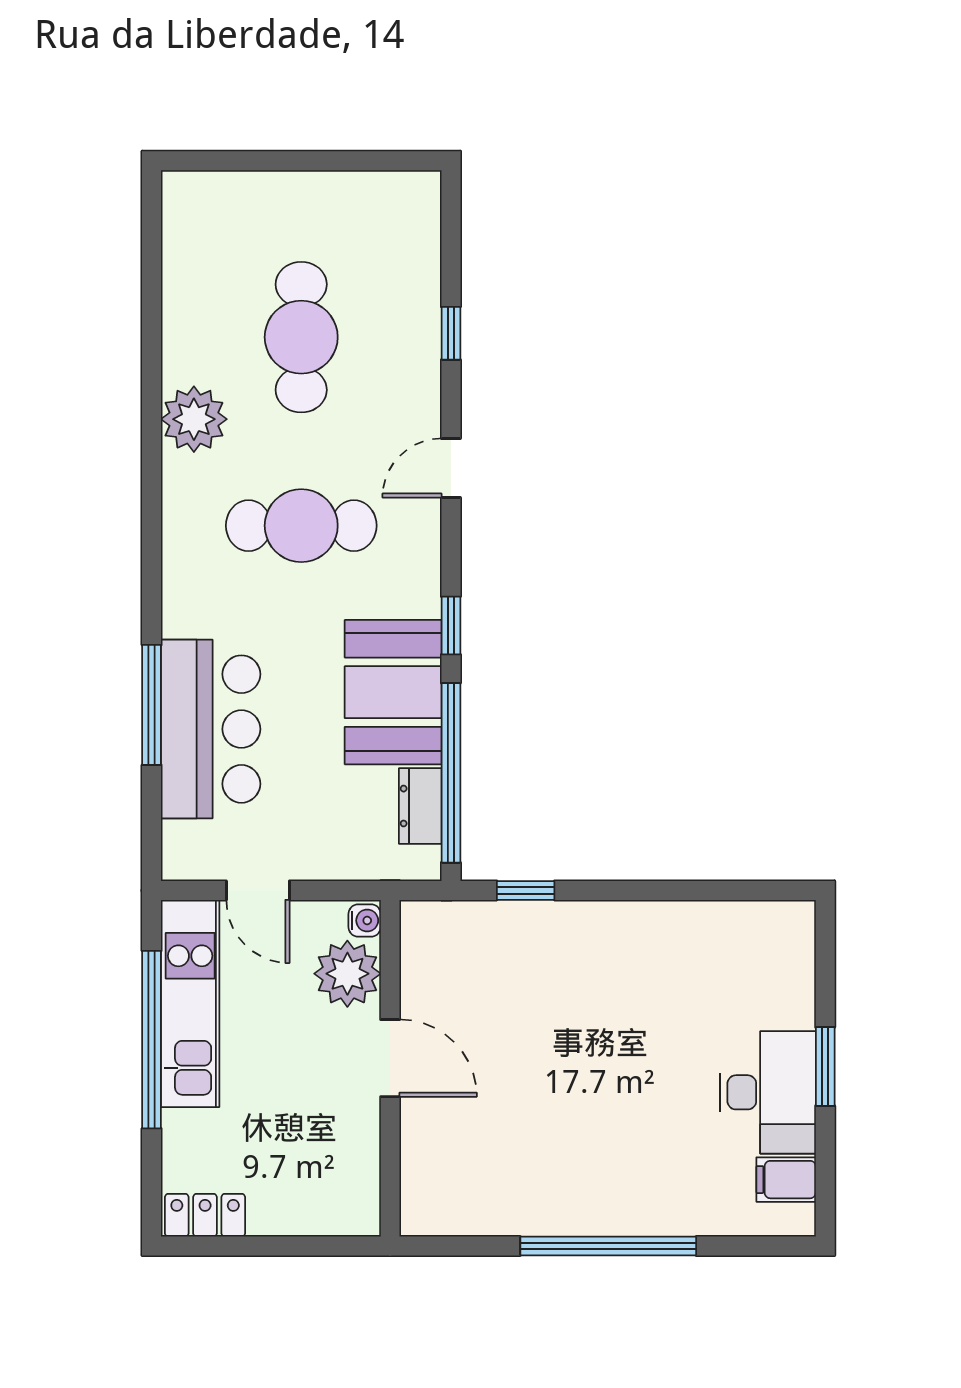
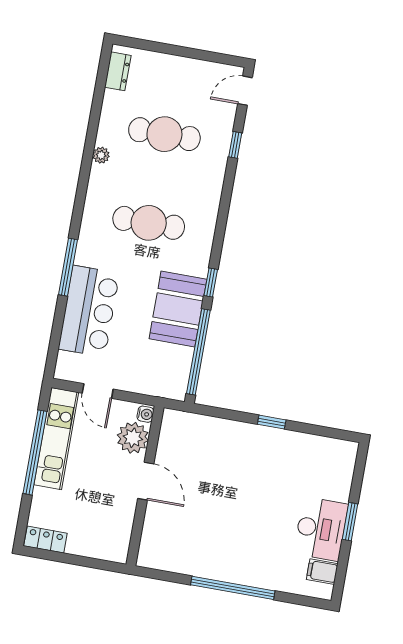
cafe table: (301, 337) -> (164, 134), turned 90
plant: (194, 419) -> (101, 155), width x0.53, depth x0.53
door: (451, 468) -> (245, 91), moved
window: (152, 705) -> (68, 267), moved
dresser: (420, 806) -> (118, 71), moved, turned 180
window: (526, 890) -> (272, 422), moved

